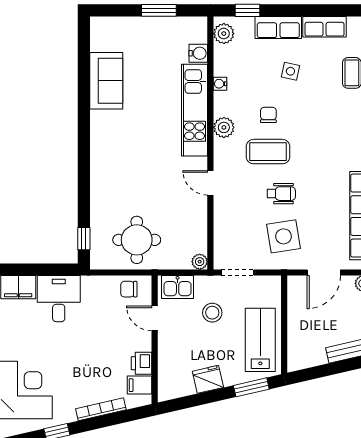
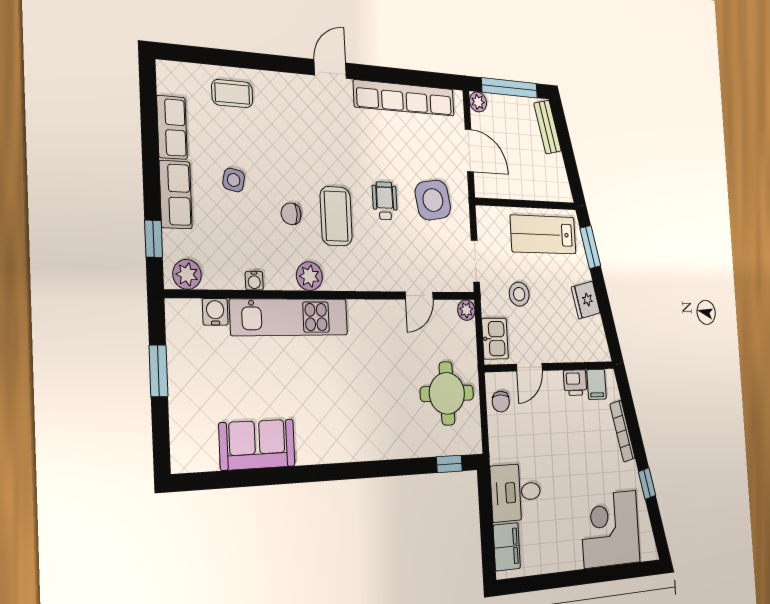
door: (210, 183) -> (419, 296), moved

